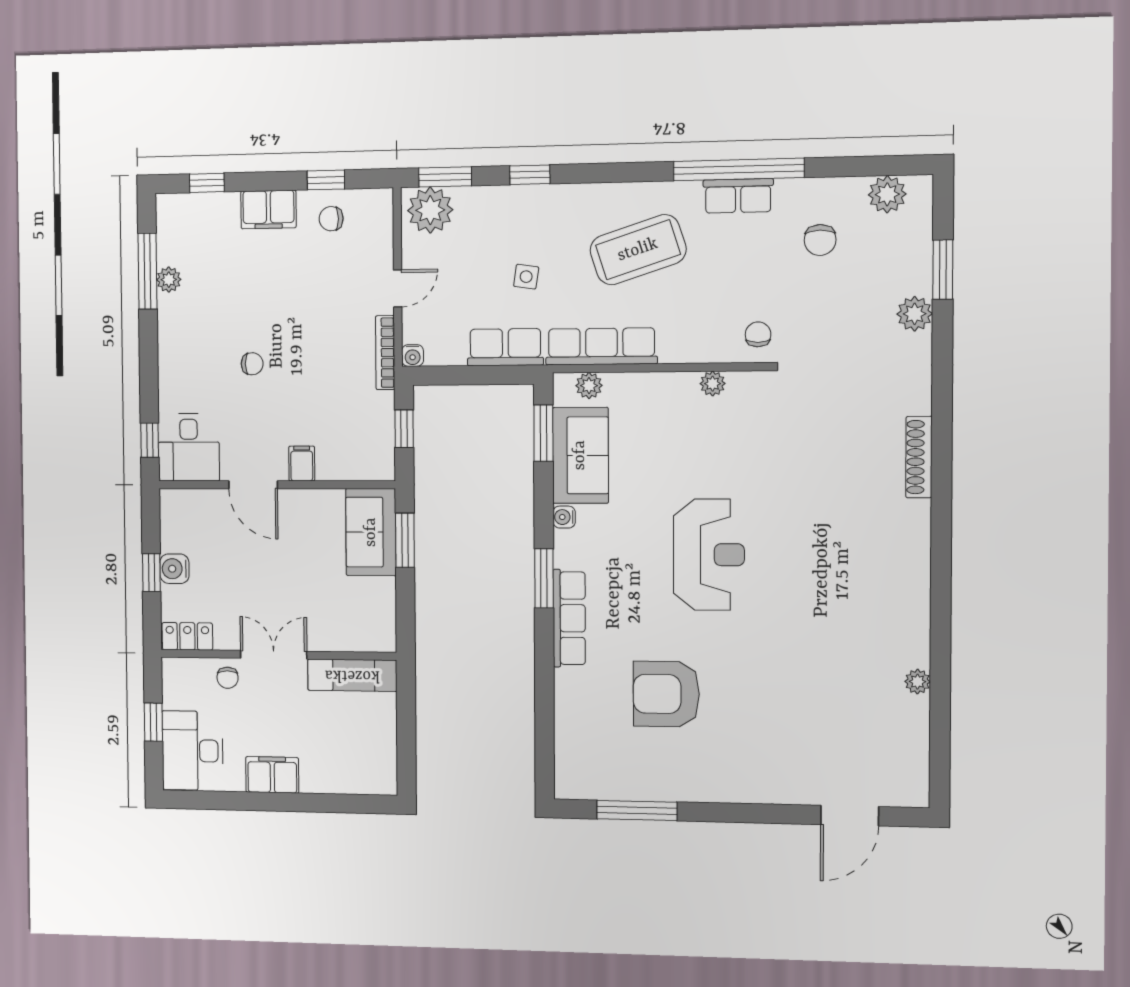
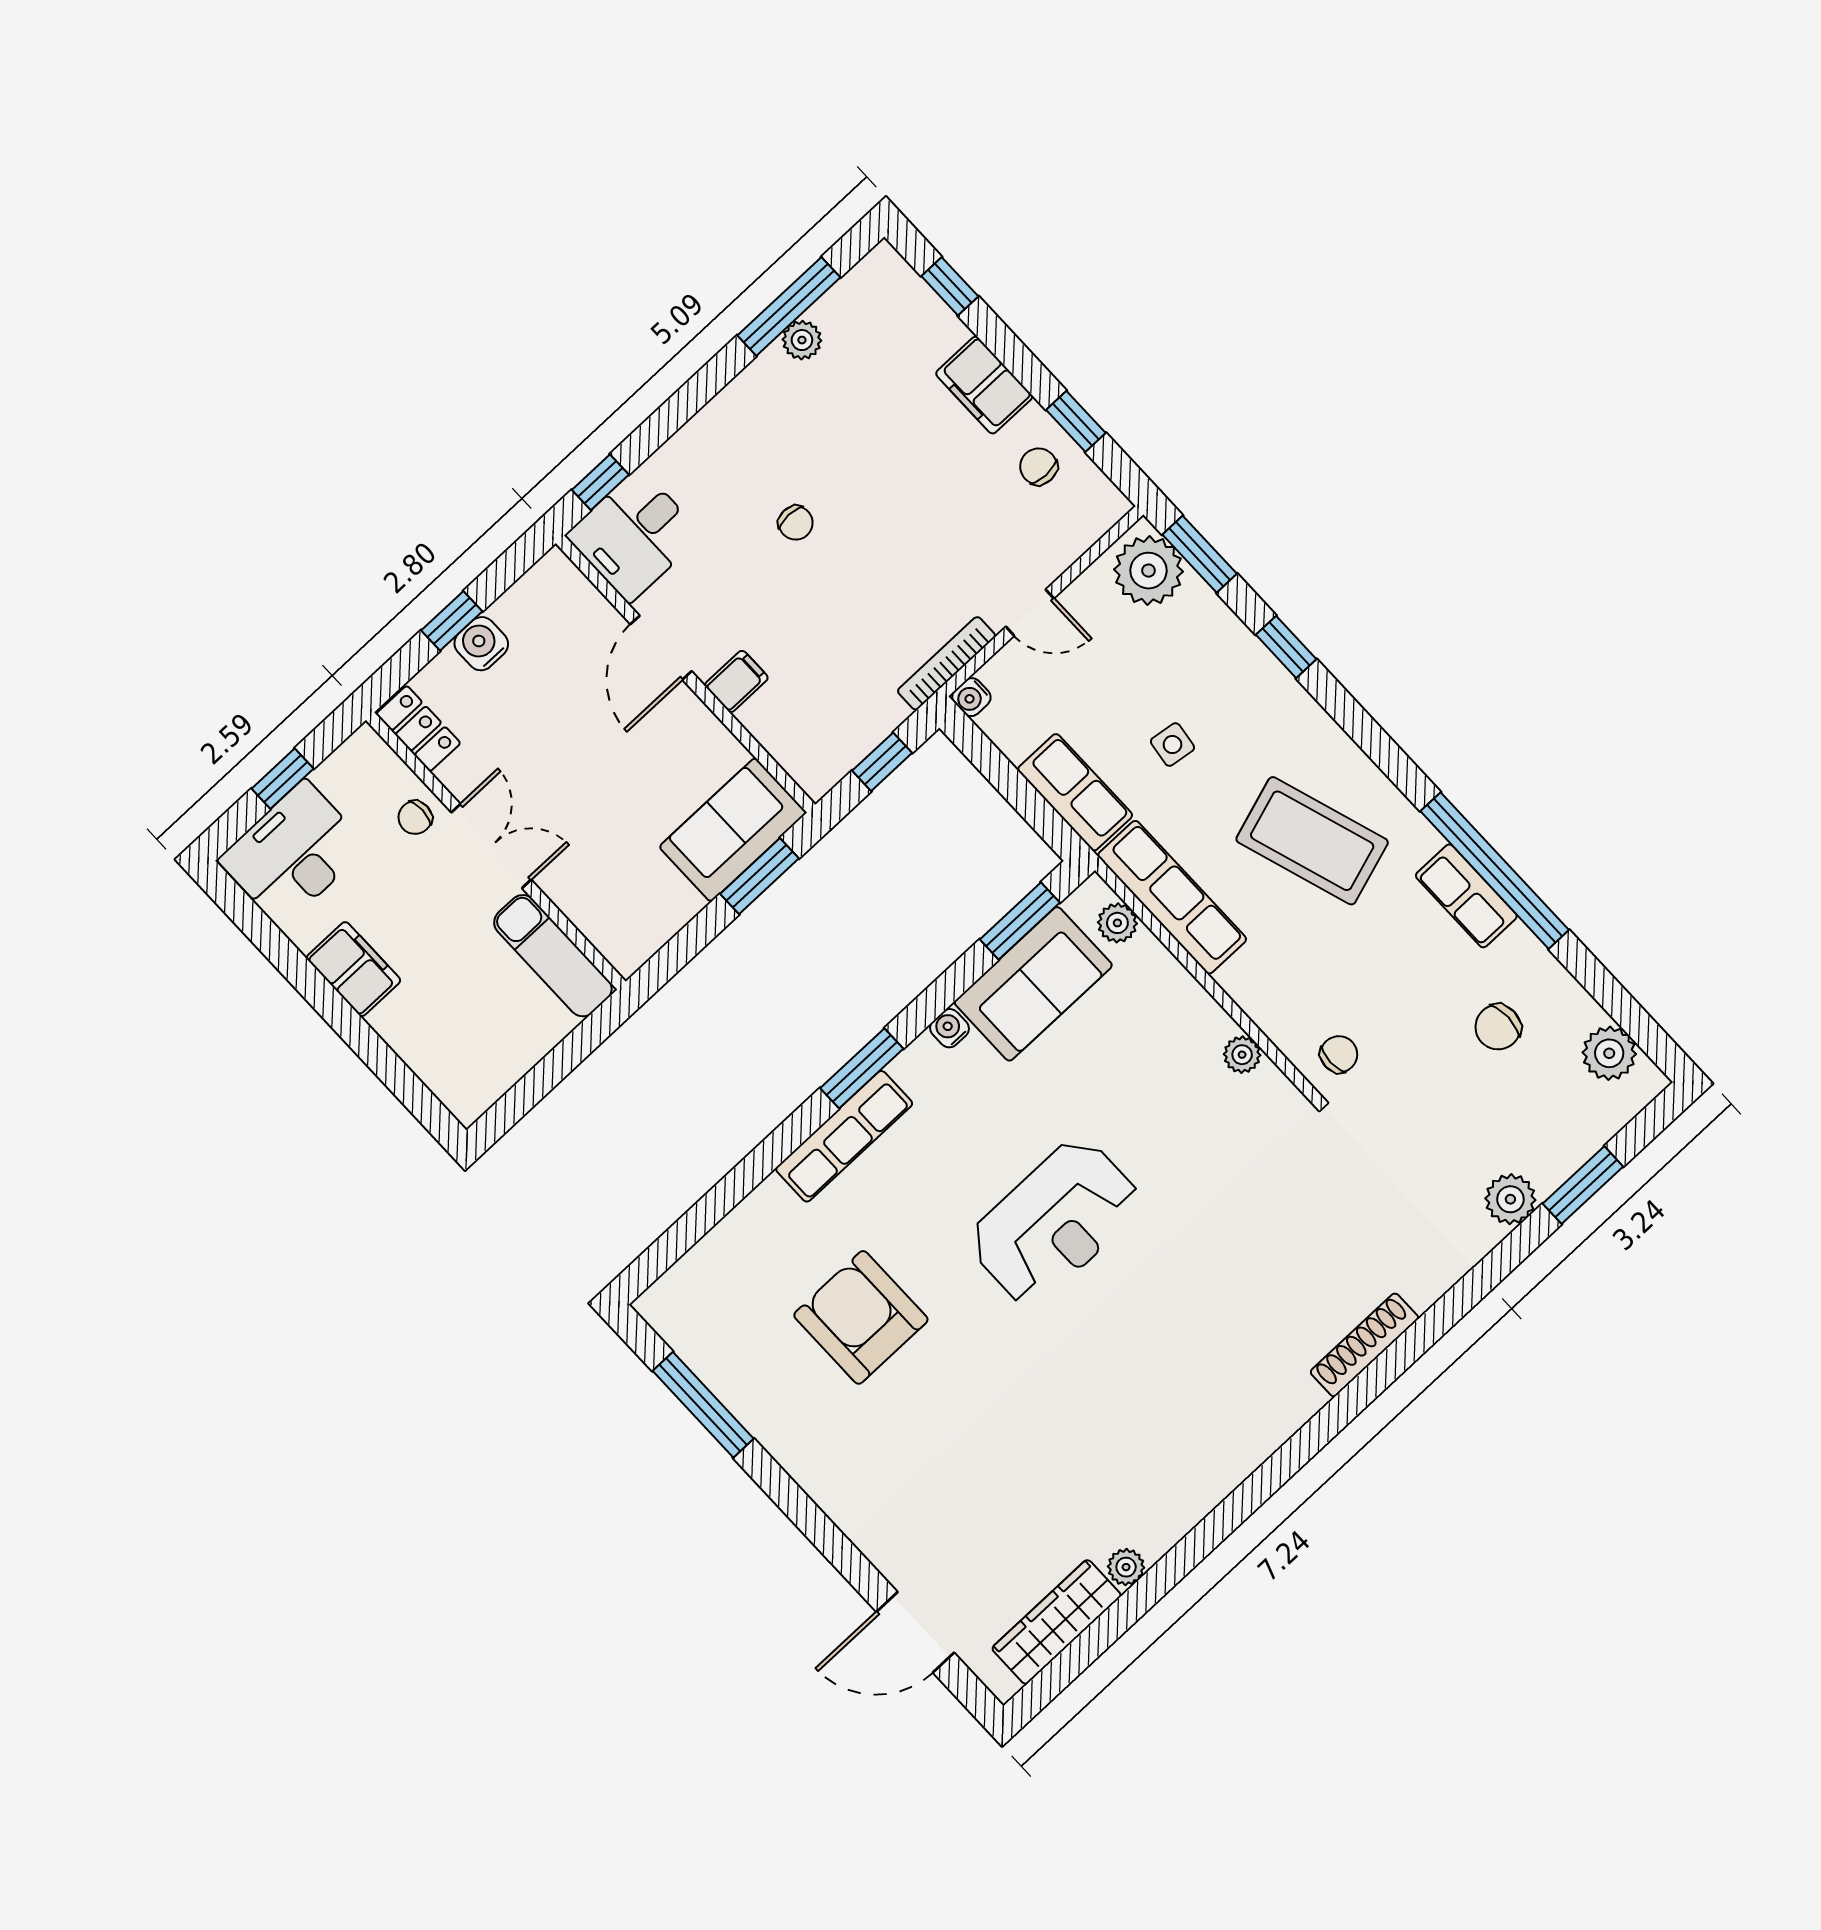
wardrobe: (912, 742) -> (1057, 1622), added

